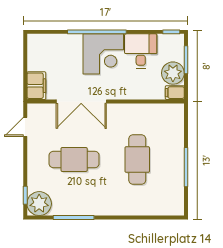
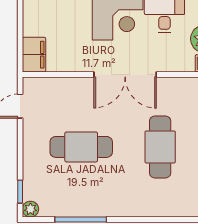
double door: (81, 101) -> (125, 74), moved
plant: (39, 204) -> (30, 209), width x0.53, depth x0.53

